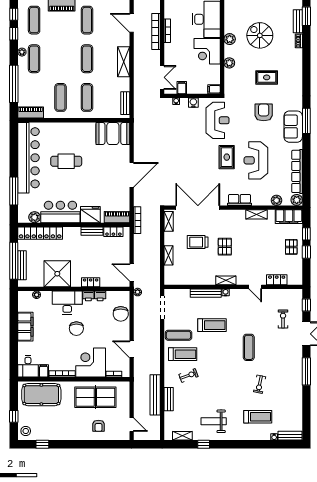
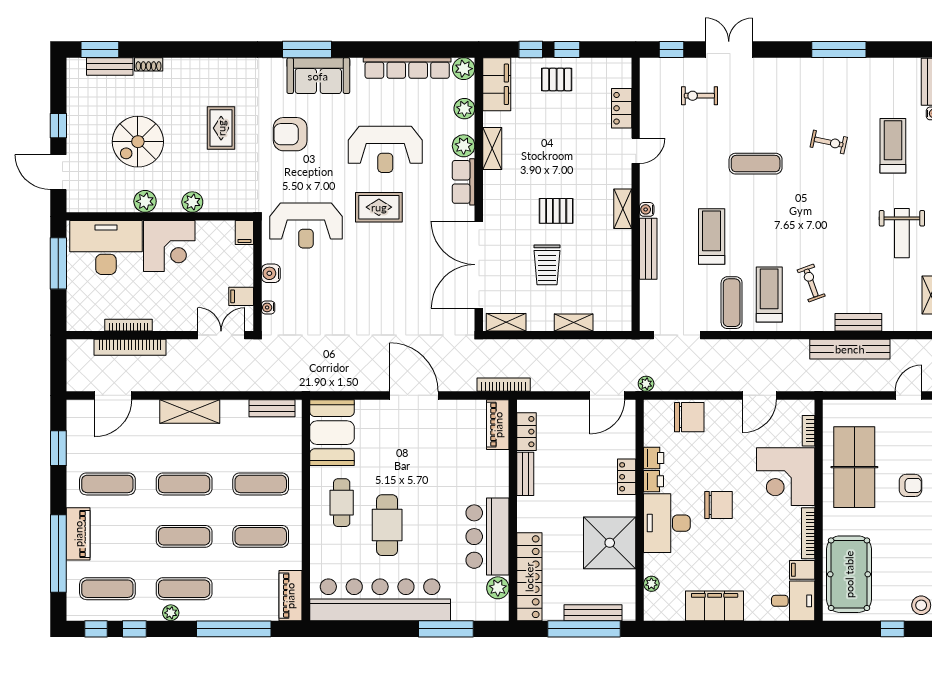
exercise mat: (61, 59) -> (184, 536), added
reception desk: (217, 120) -> (306, 226), turned 180
cafe table: (78, 138) -> (342, 503), added
plant: (258, 200) -> (464, 146), added
fridge: (90, 215) -> (493, 477), removed
window: (306, 371) -> (839, 49), moved
armchair: (99, 426) -> (910, 485), moved

